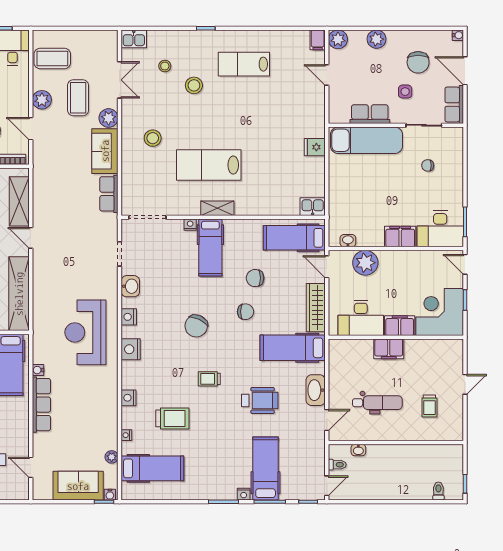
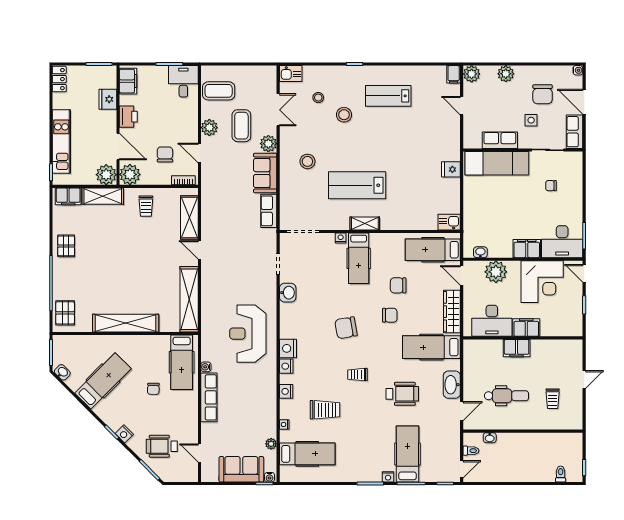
corner desk: (440, 312) -> (542, 282), moved, turned 180
nightstand: (129, 317) -> (286, 366), moved
chair: (196, 326) -> (346, 328), turned 55

